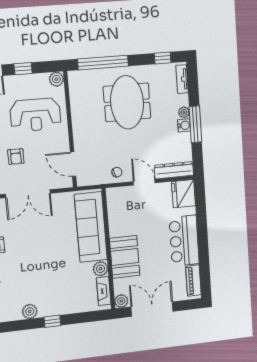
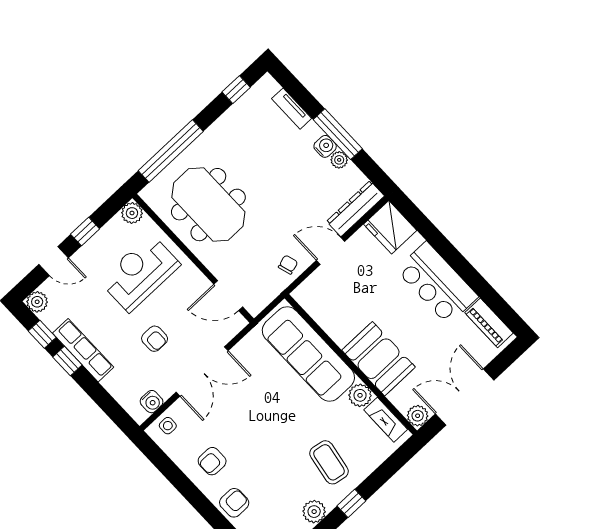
tv unit: (182, 79) -> (292, 109), moved
meeting table: (127, 102) -> (208, 205), moved
plant: (184, 112) -> (339, 160), moved
reception desk: (35, 115) -> (140, 273), turned 180
coffee table: (57, 292) -> (329, 462), added

